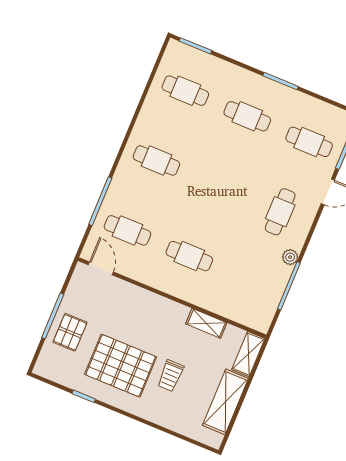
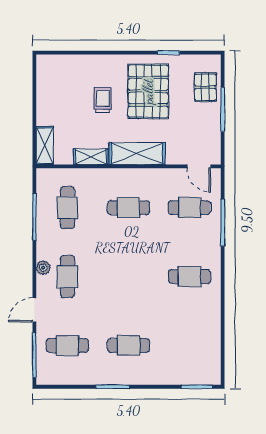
cafe table: (185, 91) -> (67, 208), moved, turned 90
plant: (290, 257) -> (43, 268), moved
pallet: (70, 332) -> (205, 87), moved
pallet: (121, 366) -> (148, 91), turned 90
shelving: (225, 402) -> (137, 153), moved, turned 90

